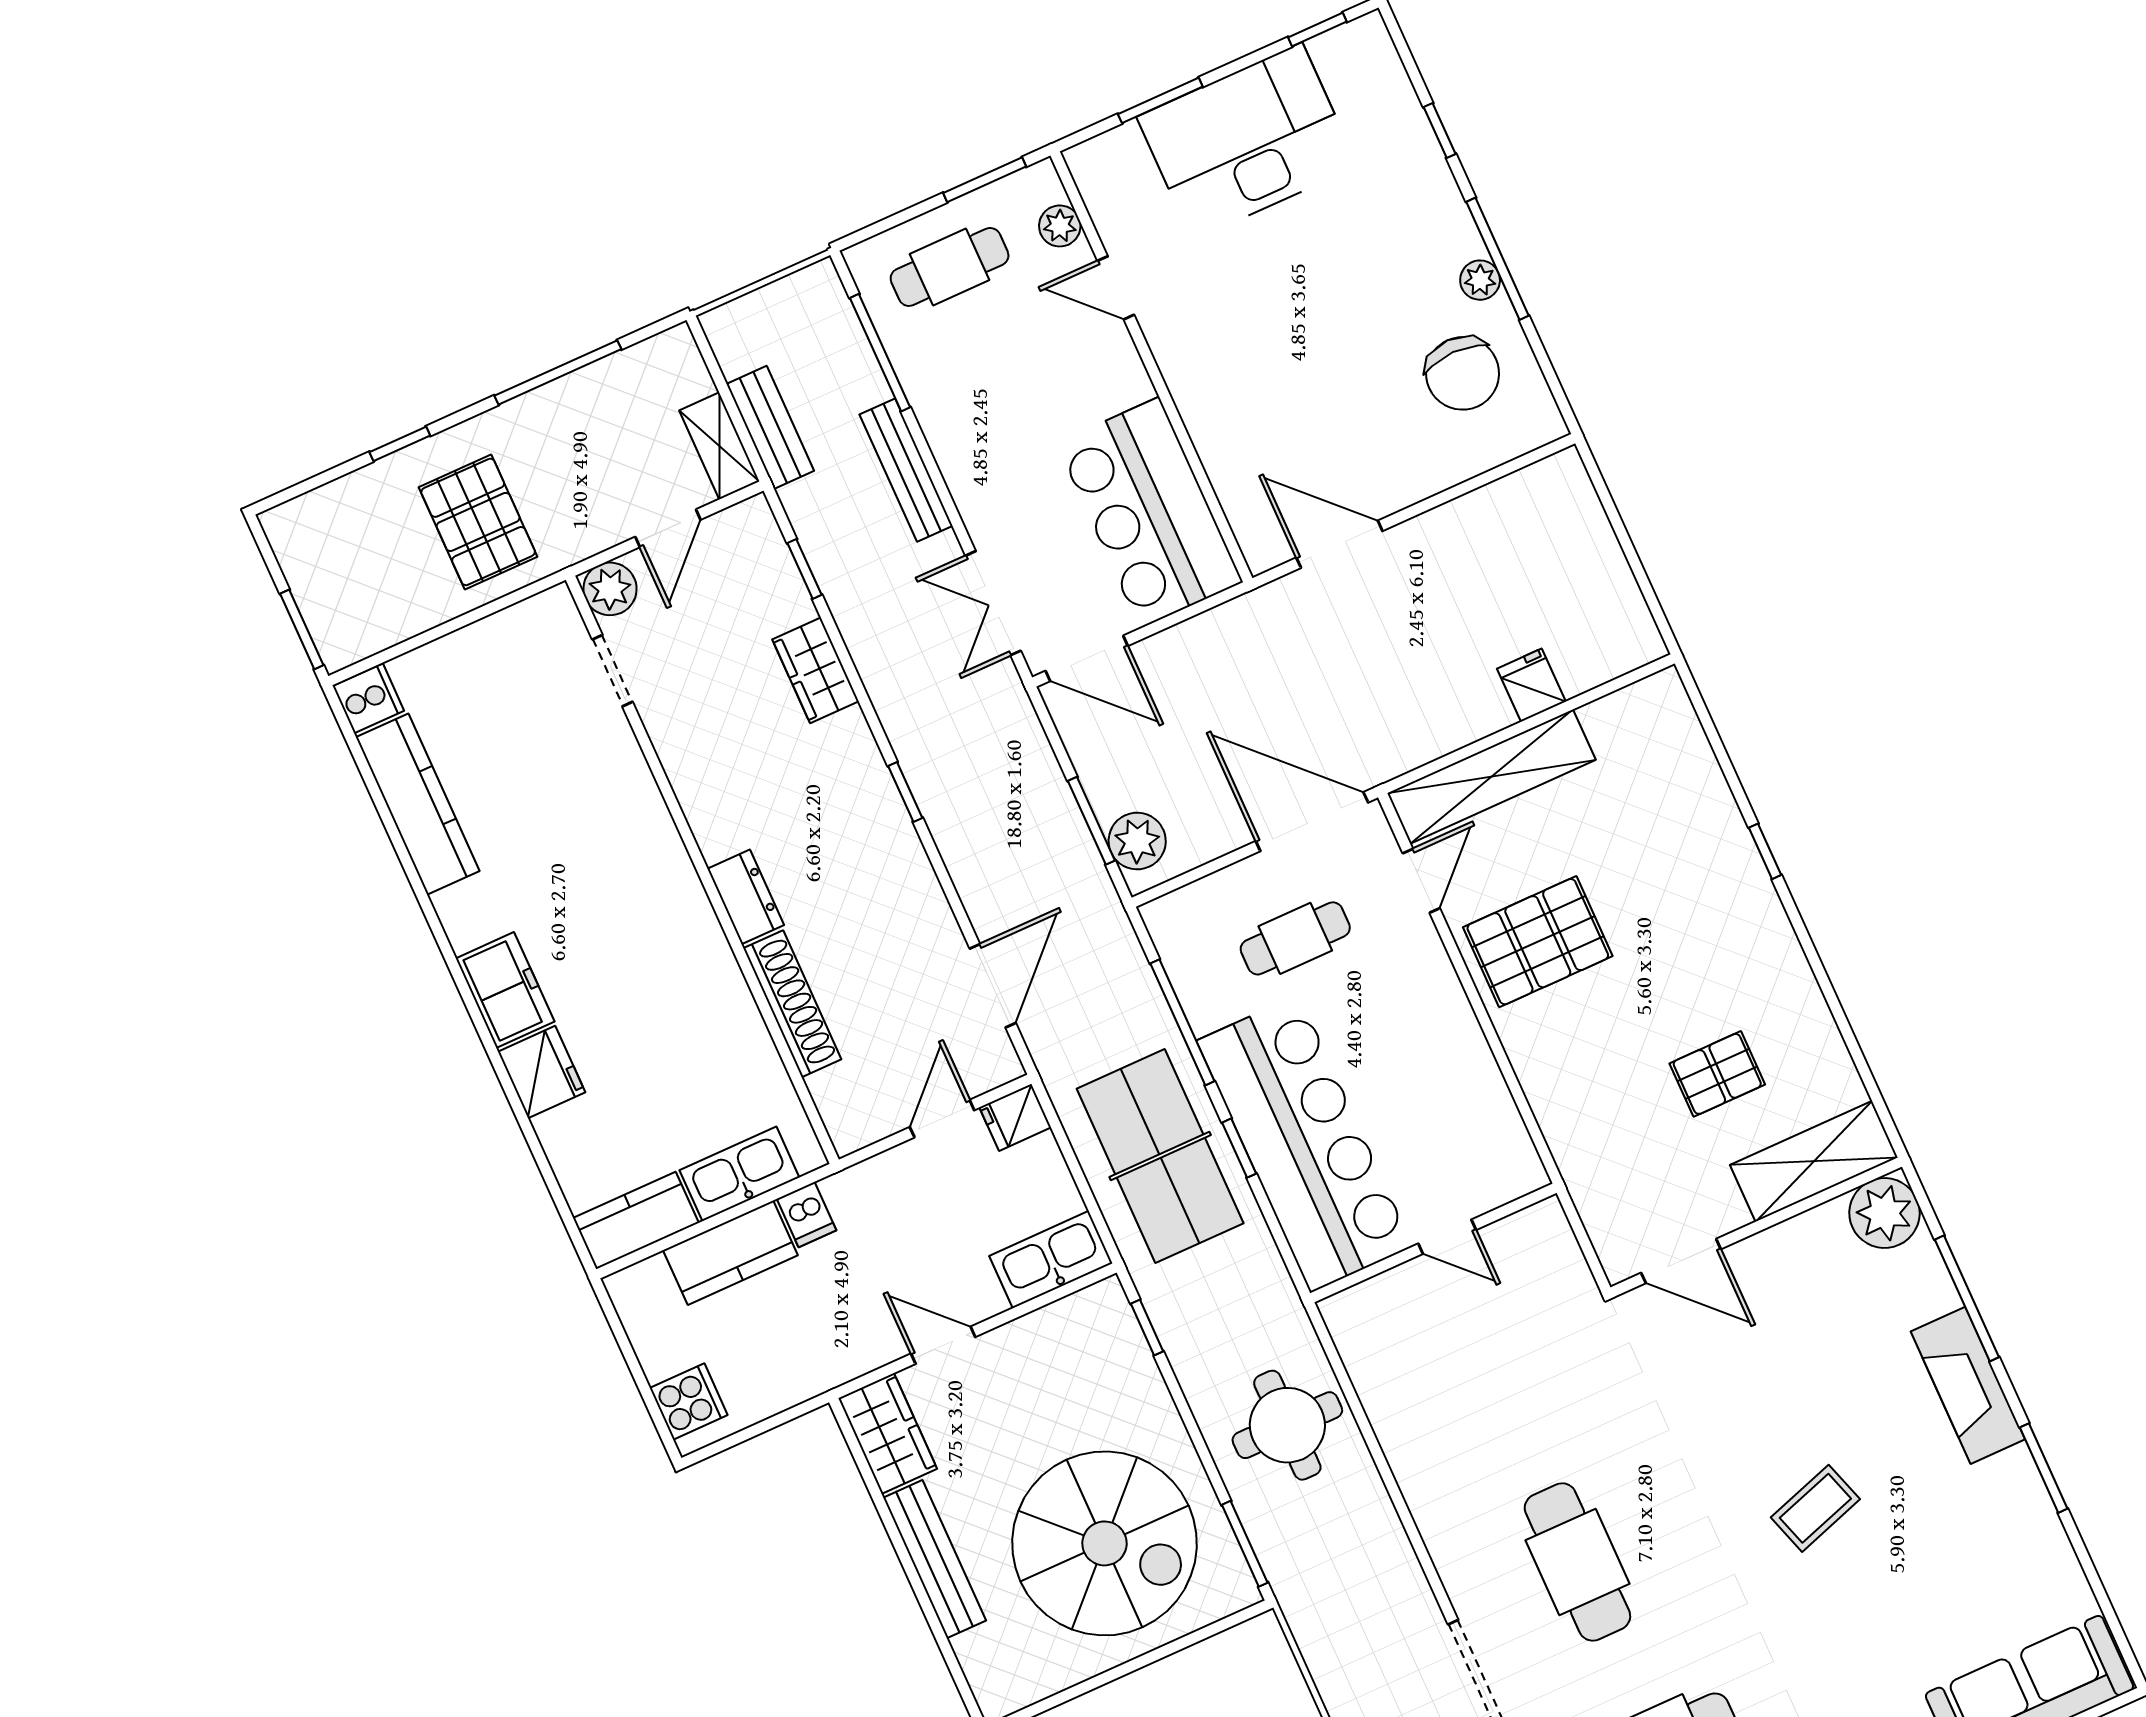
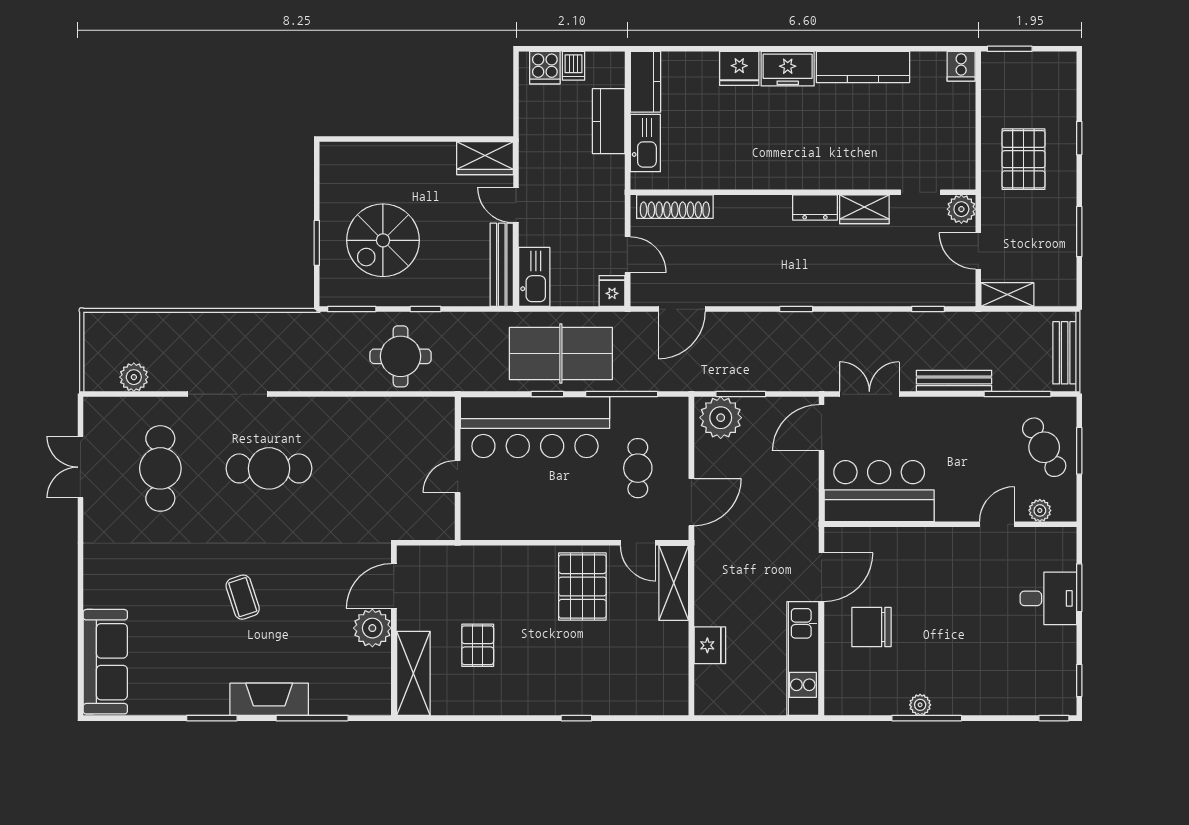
window: (1440, 130) -> (1054, 718), moved
desk: (1247, 141) -> (1048, 598), width x0.53, depth x0.77
window: (985, 180) -> (1079, 451), moved
cafe table: (950, 267) -> (1044, 447), turned -30
window: (558, 372) -> (1079, 232), width x0.69
chair: (1463, 373) -> (871, 627), moved
bench: (770, 427) -> (1065, 353), moved, turned 90
kitchen unit: (1491, 514) -> (803, 659), added
pallet: (478, 522) -> (1023, 159), turned 90
wardrobe: (816, 670) -> (864, 209), moved, turned 180
fridge: (1531, 685) -> (710, 645), width x1.38
shelving: (1492, 777) -> (674, 583), width x0.68
kitchen counter: (418, 804) -> (863, 67), moved
door: (1312, 822) -> (691, 502), width x0.73
plant: (1137, 841) -> (721, 418), width x1.36, depth x1.36
dresser: (746, 897) -> (815, 207), moved
door: (993, 986) -> (682, 309), hinge flipped
shoe rack: (792, 1004) -> (675, 207), moved
plant: (1884, 1213) -> (372, 628), moved
dishwasher: (806, 1214) -> (574, 66), moved, turned -90
window: (1147, 1328) -> (425, 309), moved
door: (943, 1345) -> (516, 205), swing flipped
spiral stairs: (1105, 1543) -> (383, 240), width x0.73, depth x0.73
bench: (935, 1559) -> (502, 265), moved, turned 90
window: (1159, 1653) -> (317, 243), added

